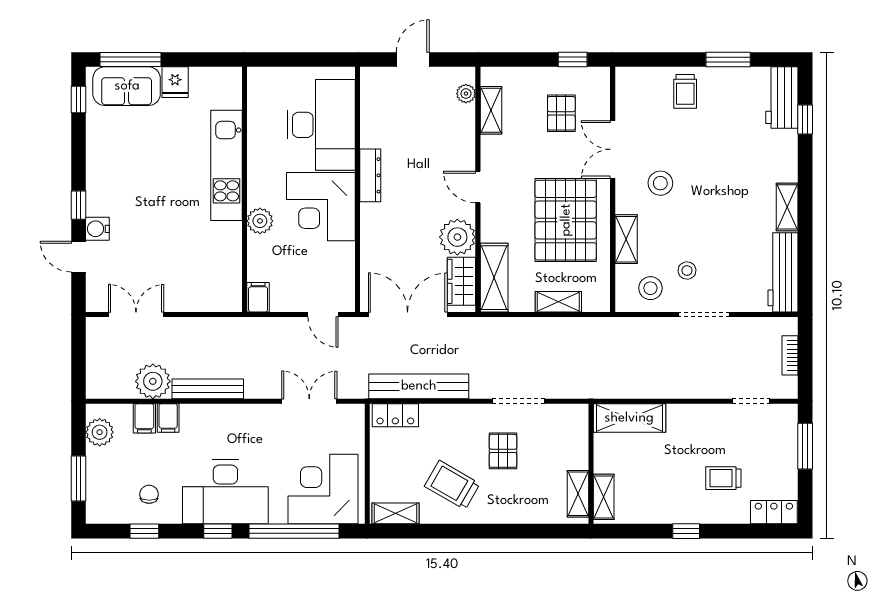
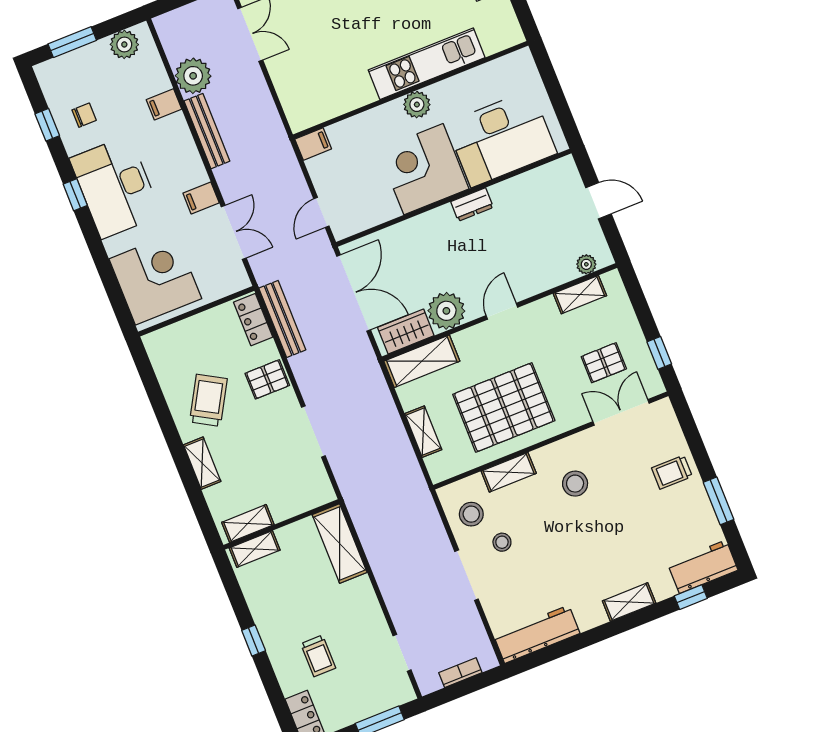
double door: (613, 149) -> (621, 412), moved
dresser: (370, 175) -> (472, 204), width x0.70
shelving: (787, 207) -> (629, 602), moved
plant: (260, 221) -> (417, 105), moved
bench: (419, 386) -> (282, 319), width x0.73, depth x0.82
filing cabinet: (144, 418) -> (201, 198), moved
pallet: (503, 451) -> (267, 379), moved
trolley: (723, 478) -> (318, 656), turned 180
shelving: (396, 513) -> (202, 463), moved
window: (294, 531) -> (104, 267), removed

